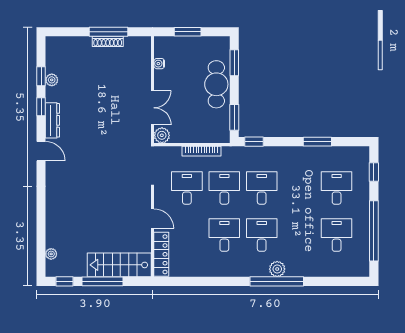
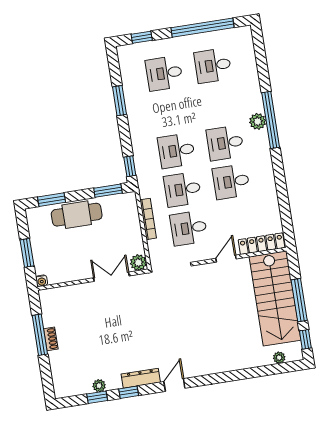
shoe rack: (108, 41) -> (51, 339), width x0.70
water cooler: (159, 64) -> (42, 281), moved
stairs: (119, 265) -> (275, 298), width x1.36, depth x1.51

